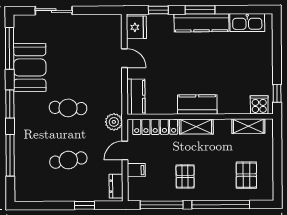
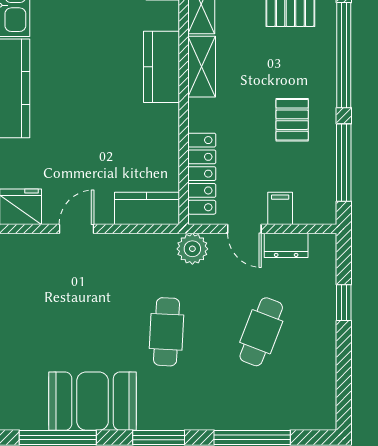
kitchen counter: (197, 105) -> (162, 67), moved
shelving: (196, 127) -> (202, 67), moved
cafe table: (68, 160) -> (261, 332), turned 30
pallet: (185, 176) -> (292, 120), turned 90
dresser: (116, 186) -> (286, 245), moved

